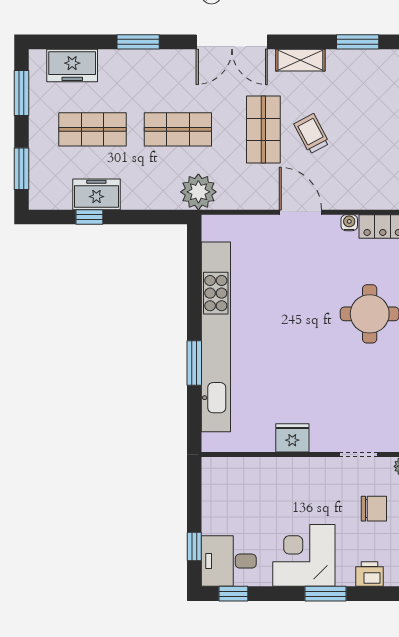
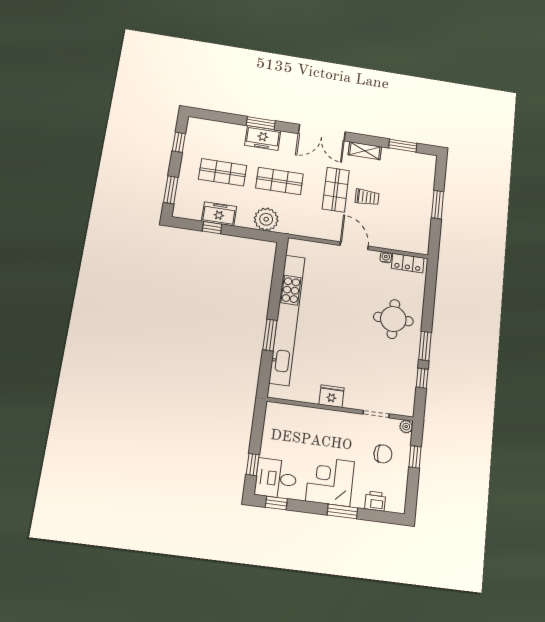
freezer: (72, 65) -> (263, 138), moved
window: (22, 93) -> (179, 142), width x0.67
trolley: (312, 134) -> (367, 197), turned 118
plant: (198, 192) -> (266, 219), moved

